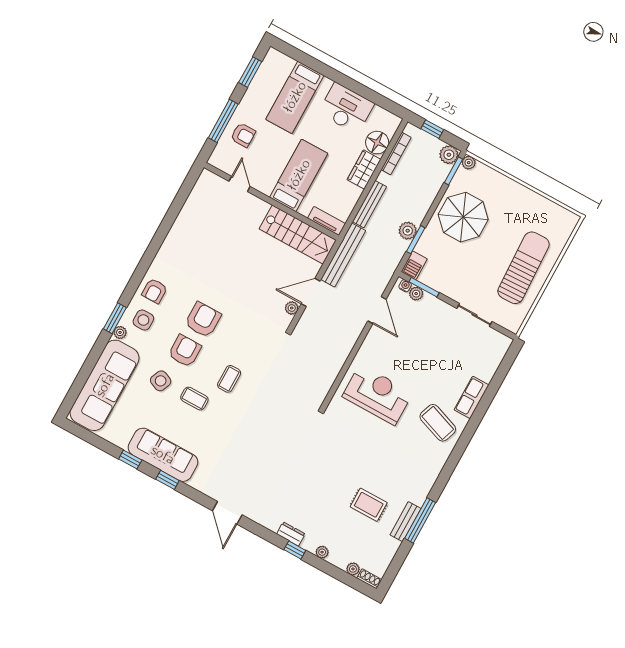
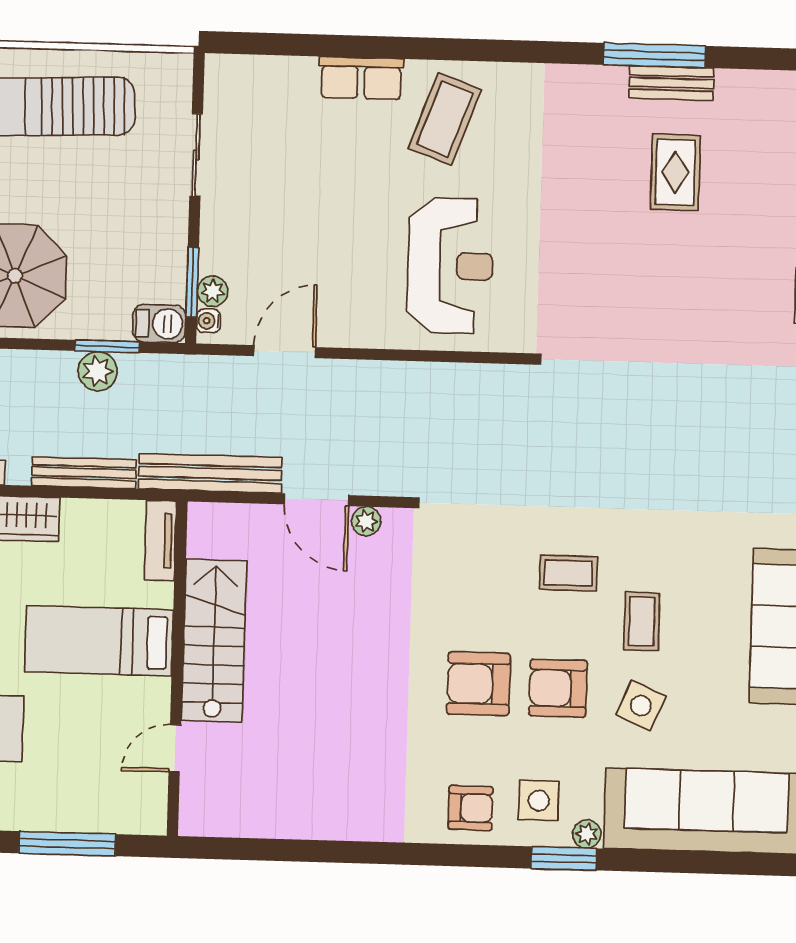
armchair: (243, 135) -> (75, 791), removed
stairs: (298, 235) -> (214, 641), moved
reception desk: (377, 395) -> (450, 266), turned 180

